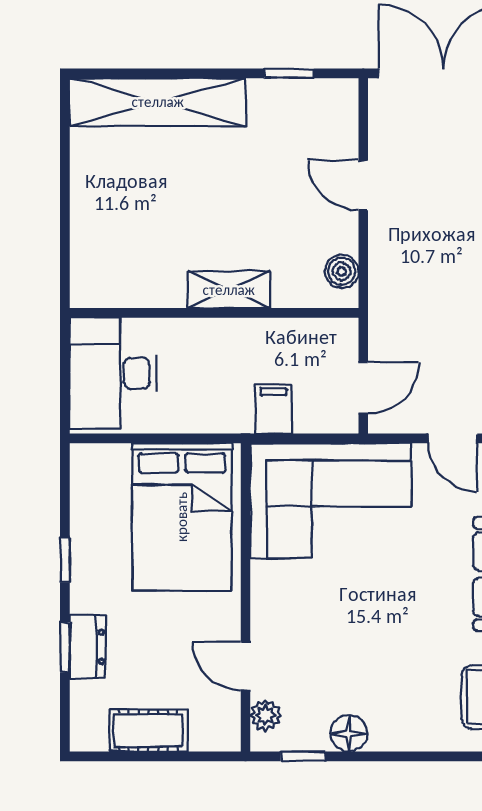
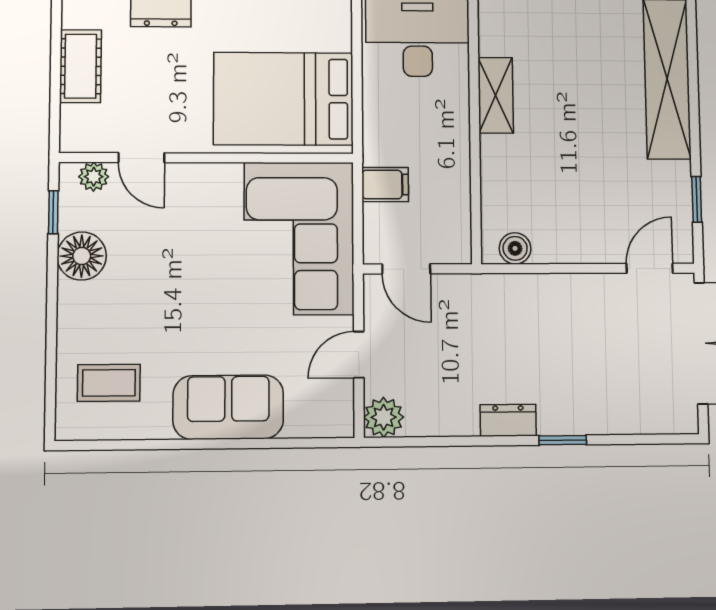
door: (363, 185) -> (650, 268), moved
shelving: (229, 290) -> (496, 95), moved
door: (245, 666) -> (141, 158), swing flipped
floor lamp: (349, 733) -> (82, 256), width x1.38, depth x1.38

